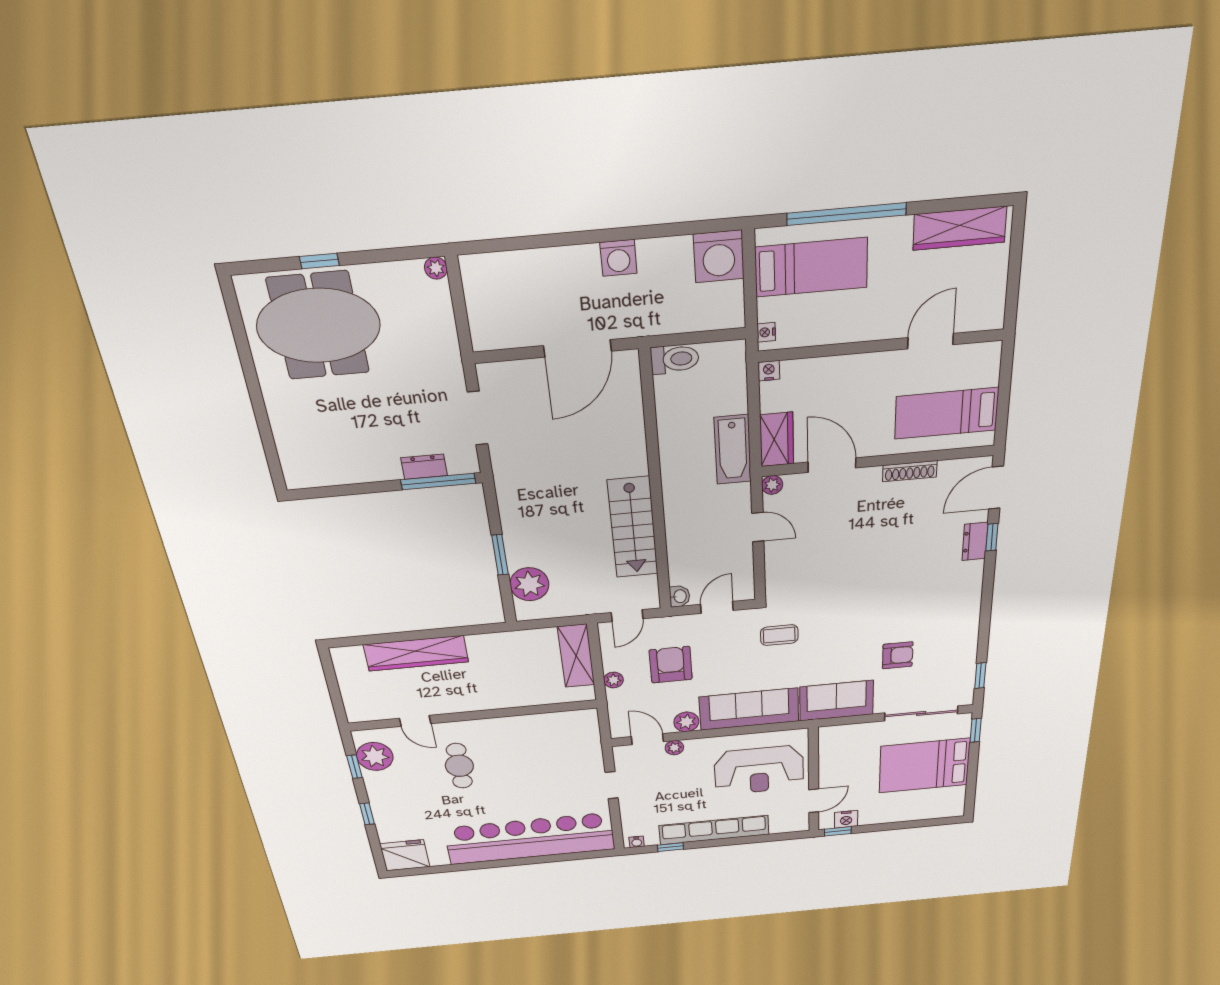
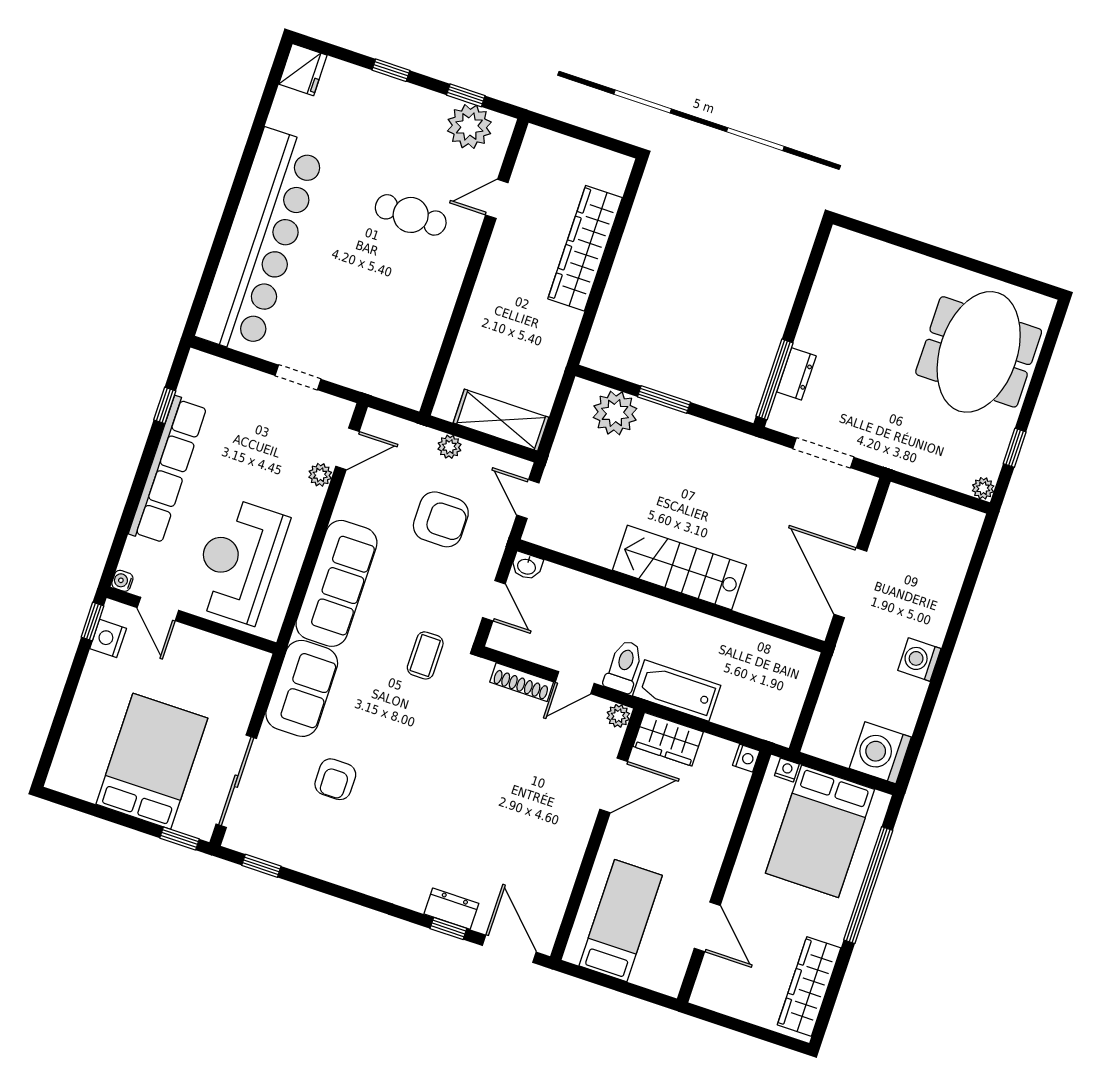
window: (319, 261) -> (1015, 448), moved
bed: (811, 267) -> (820, 831), width x1.50
toilet: (675, 359) -> (624, 667), moved, turned 180
shoe rack: (910, 471) -> (522, 682), moved, turned -90
stairs: (633, 528) -> (679, 568), moved
plant: (686, 722) -> (352, 504), removed
water cooler: (637, 842) -> (122, 581), moved
fridge: (405, 855) -> (303, 70), width x0.73, depth x0.75

